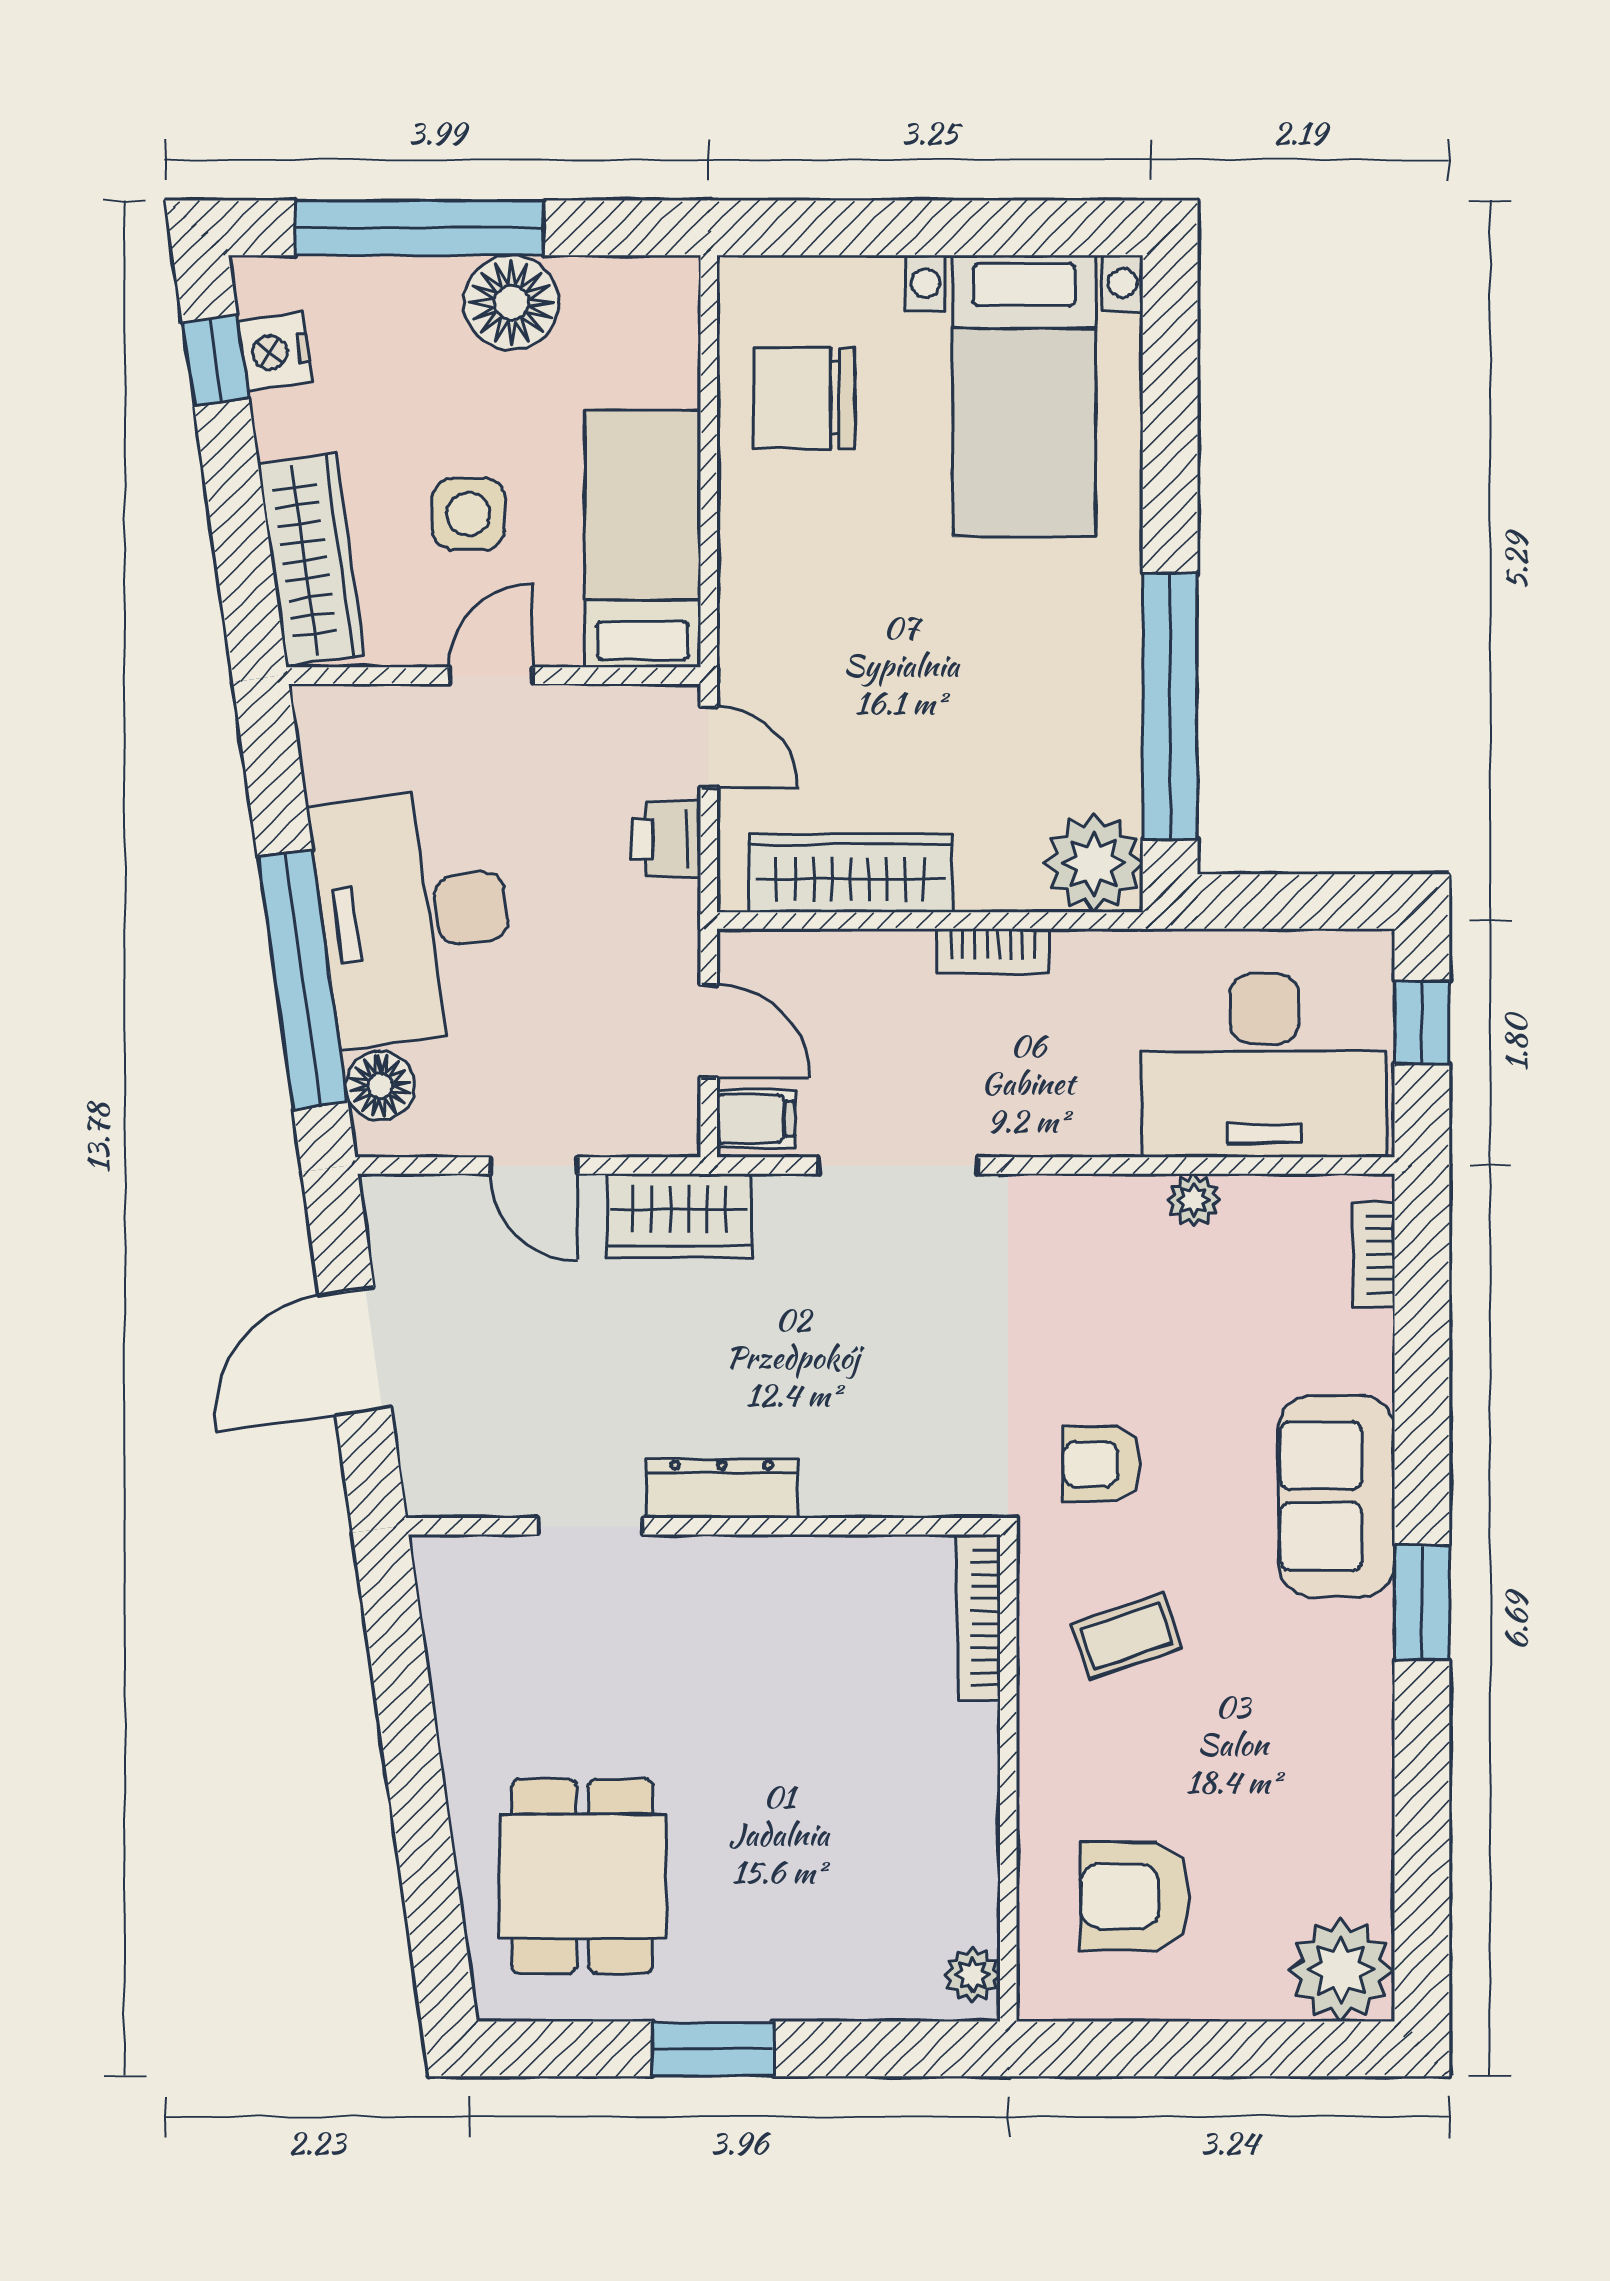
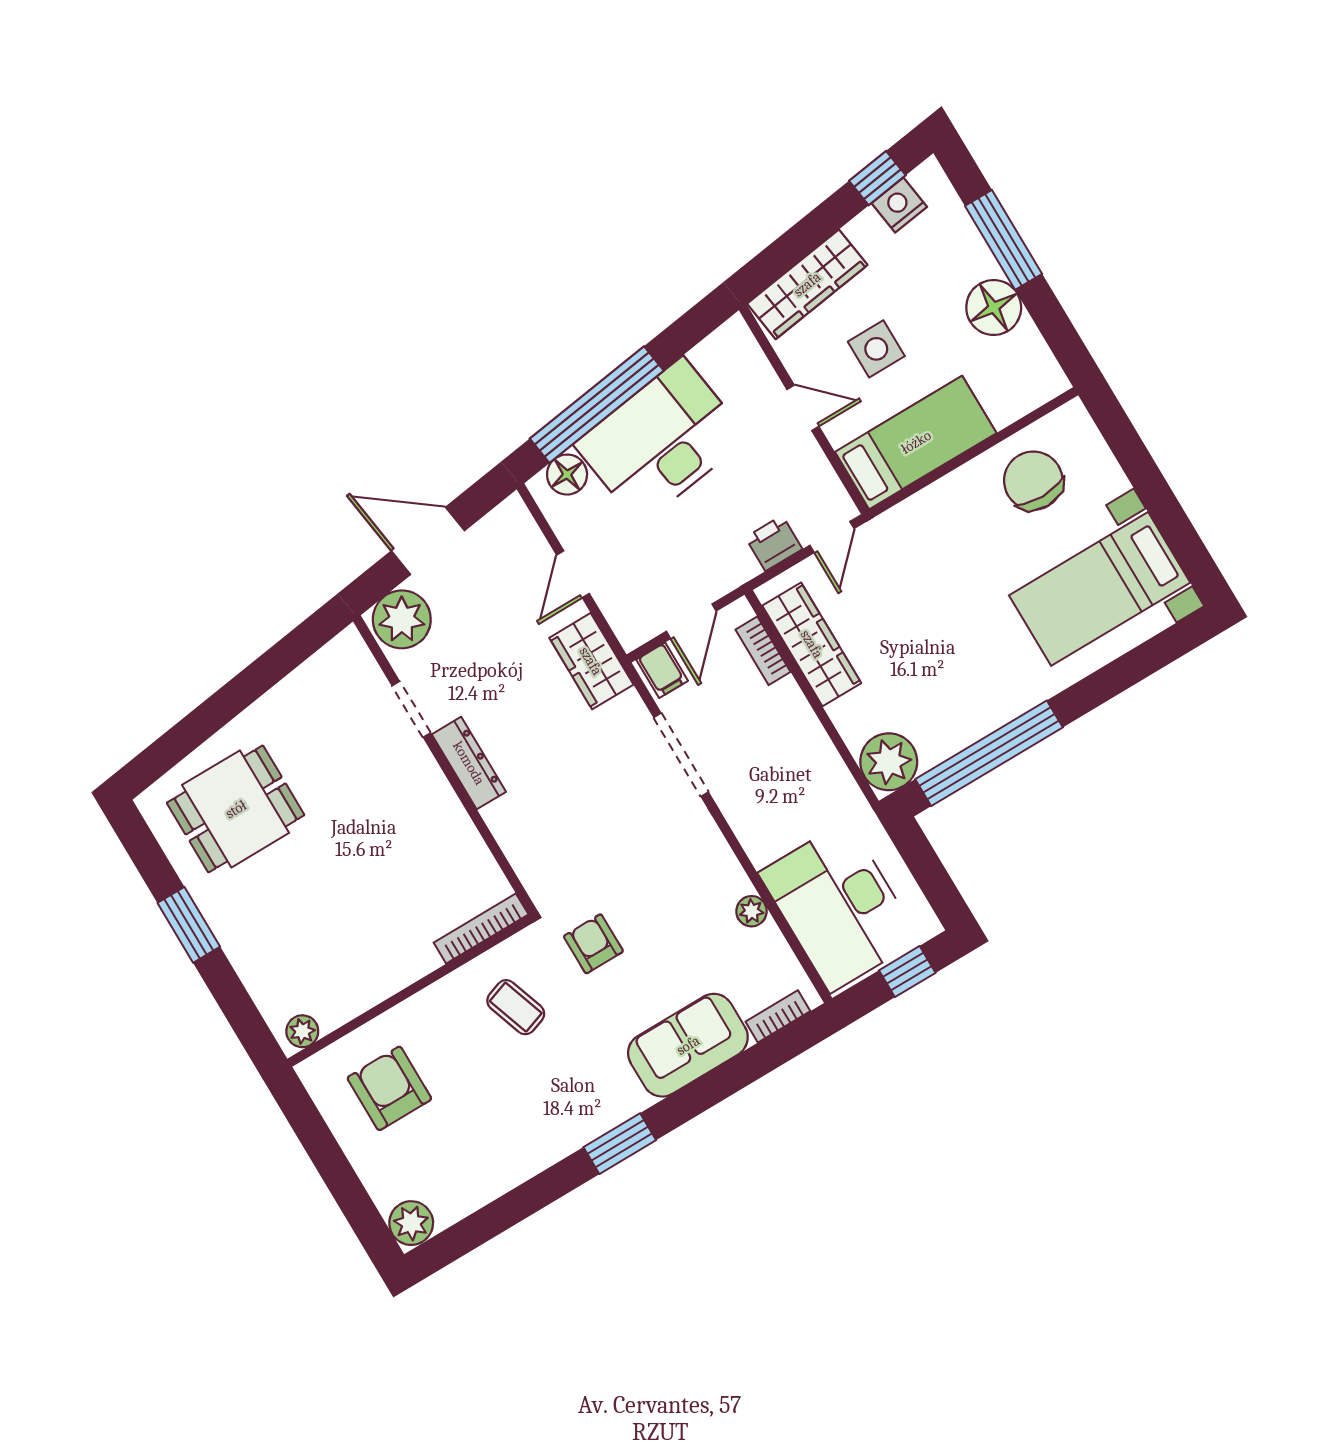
window: (420, 228) -> (1004, 240), width x0.68
bookcase: (993, 951) -> (763, 651), moved
plant: (448, 1460) -> (402, 619), added
sofa: (1336, 1496) -> (688, 1045), moved
plant: (1341, 1970) -> (411, 1223), width x0.73, depth x0.73

